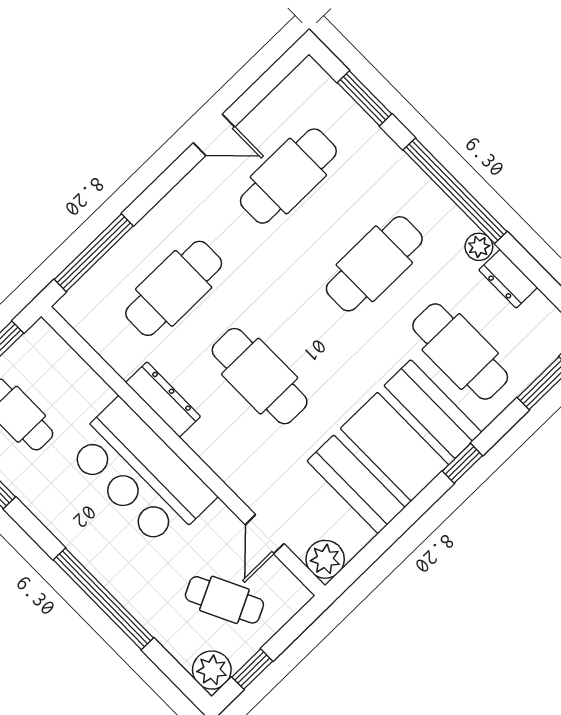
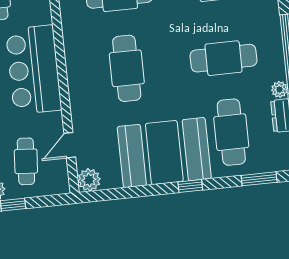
dresser: (163, 399) -> (72, 43), removed
cafe table: (224, 600) -> (26, 161), turned 30

